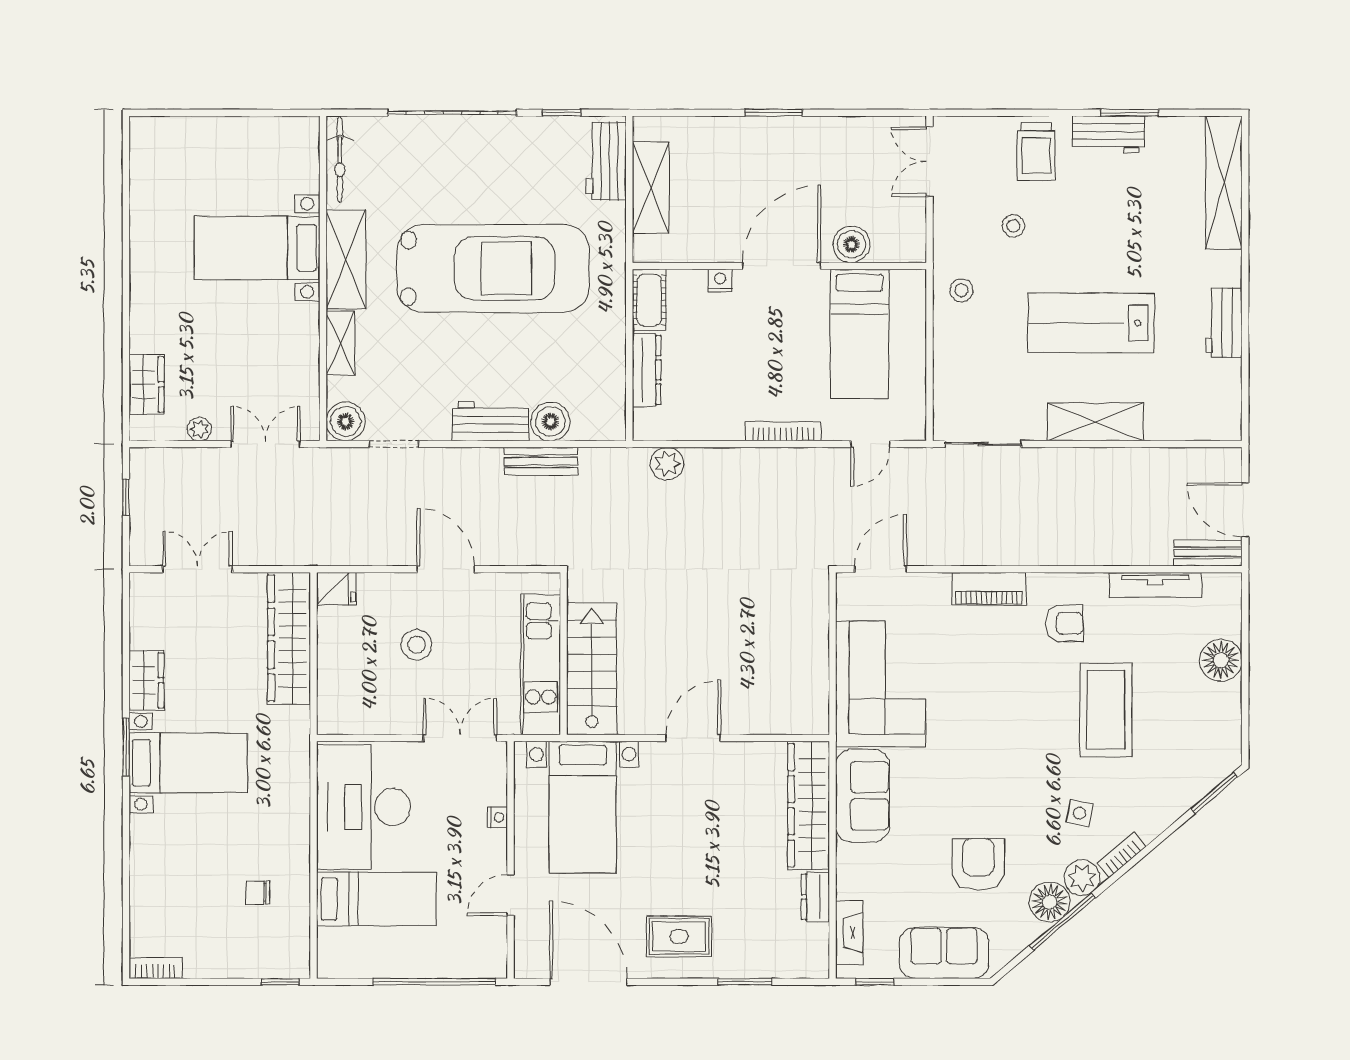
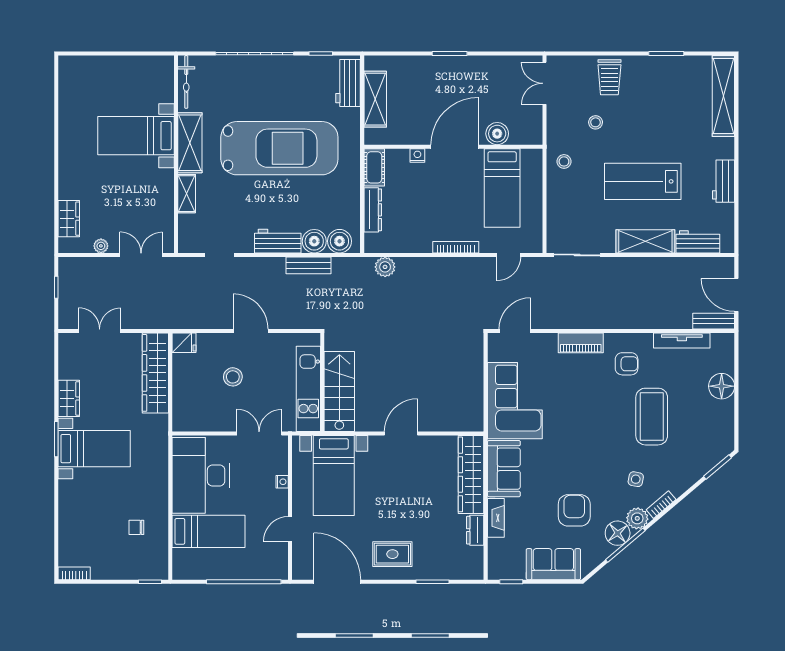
workbench: (1108, 134) -> (698, 242), moved, turned 180
boiler: (346, 421) -> (339, 241), moved
fireplace: (849, 933) -> (496, 518), moved

